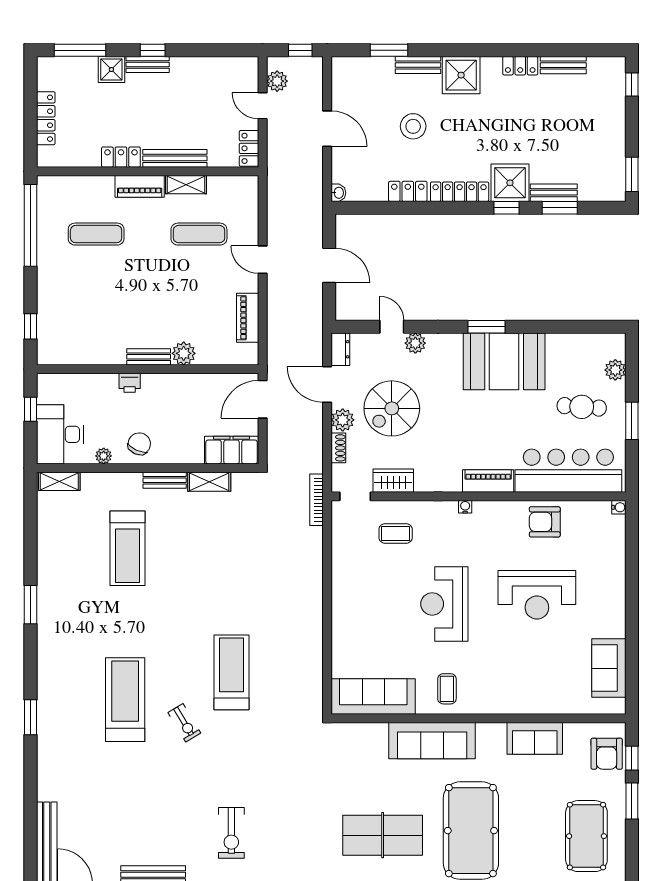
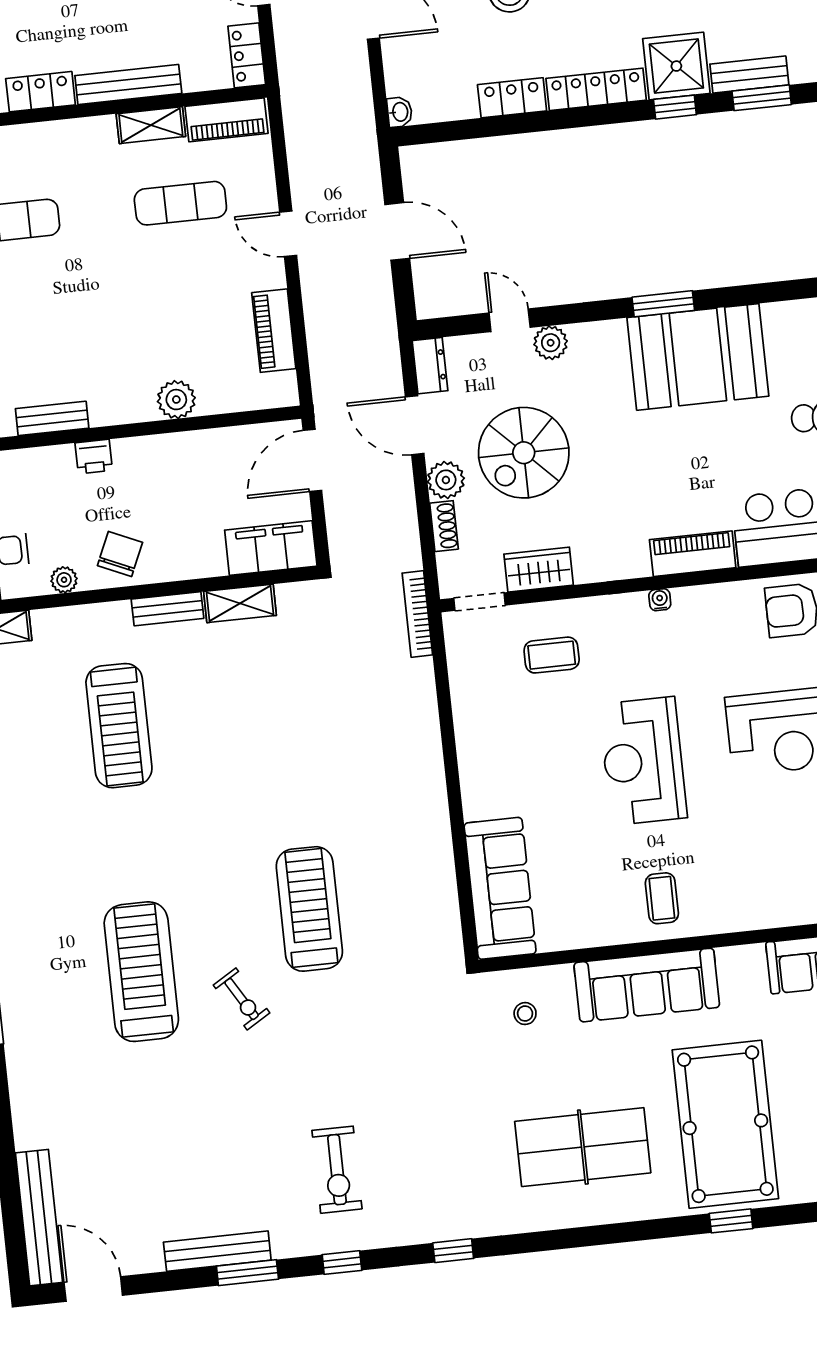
piano: (140, 186) -> (227, 120), moved
bench: (149, 357) -> (52, 418), moved
sofa: (373, 696) -> (500, 888), moved, turned 90
stool: (356, 750) -> (525, 1014), added

